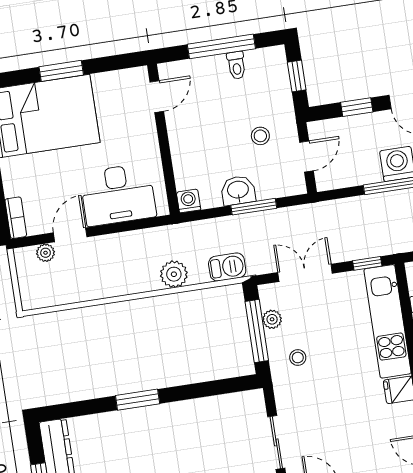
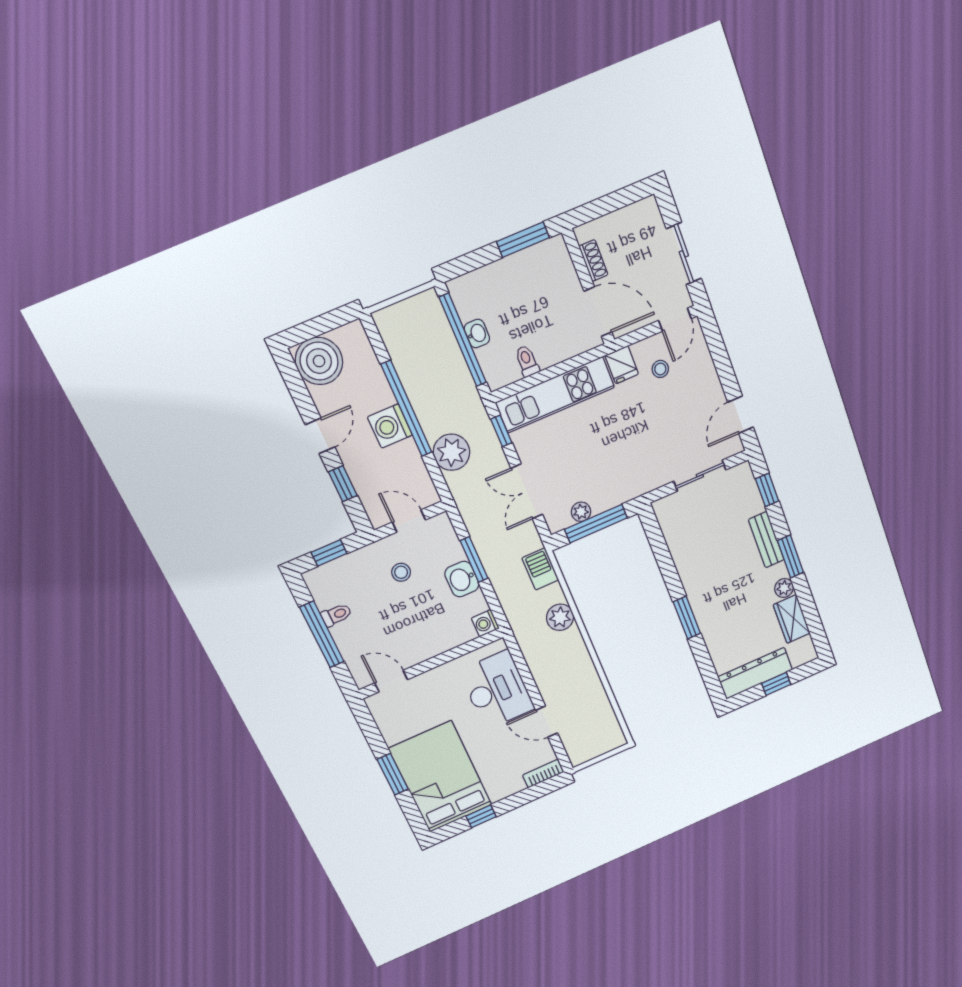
plant: (46, 253) -> (451, 452), moved, width x1.87, depth x1.87
stool: (298, 358) -> (660, 369), moved

